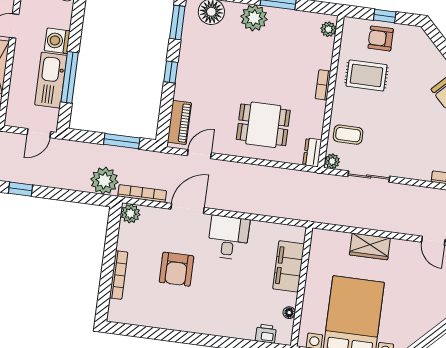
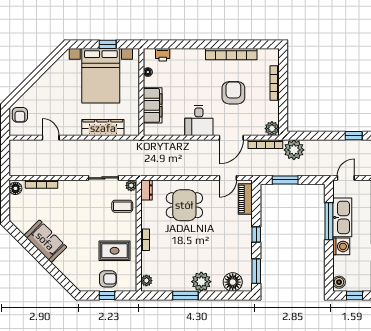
wardrobe: (370, 246) -> (103, 128), width x1.50
bookcase: (173, 322) -> (231, 54), added

